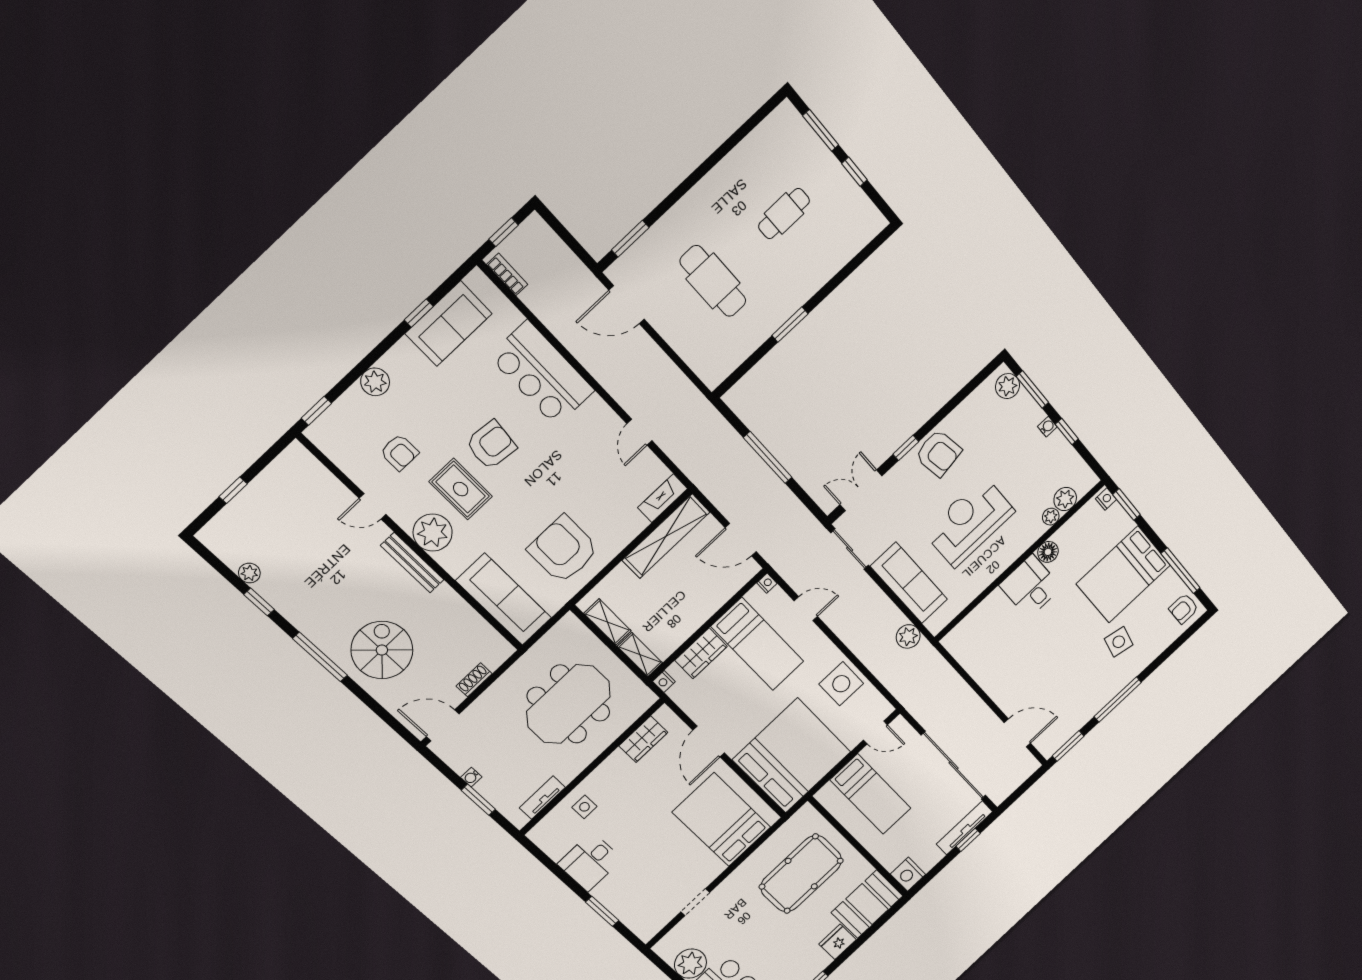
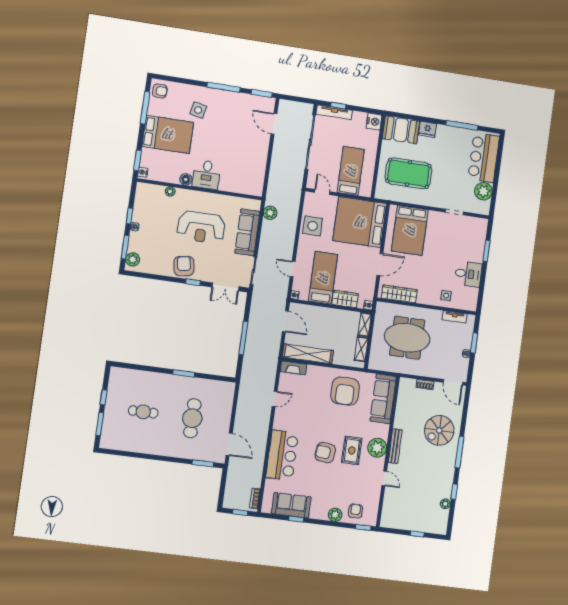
armchair: (399, 452) -> (355, 511), moved
plant: (1065, 499) -> (158, 191), removed
wardrobe: (643, 739) -> (399, 294), width x1.50

